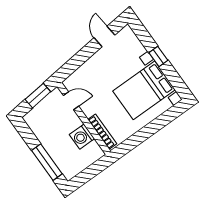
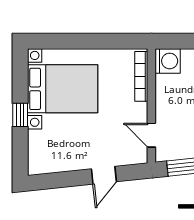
door: (105, 36) -> (104, 175), moved
washing machine: (82, 137) -> (168, 61), moved

